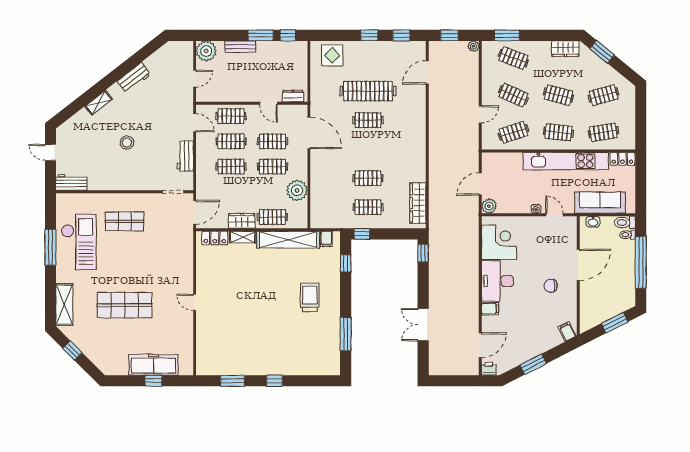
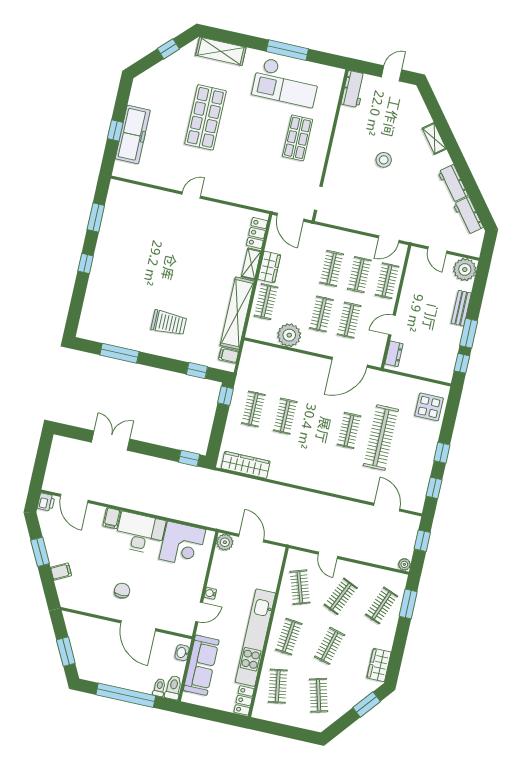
workbench: (185, 156) -> (468, 216), moved, turned -128
filing cabinet: (567, 332) -> (61, 572), moved

